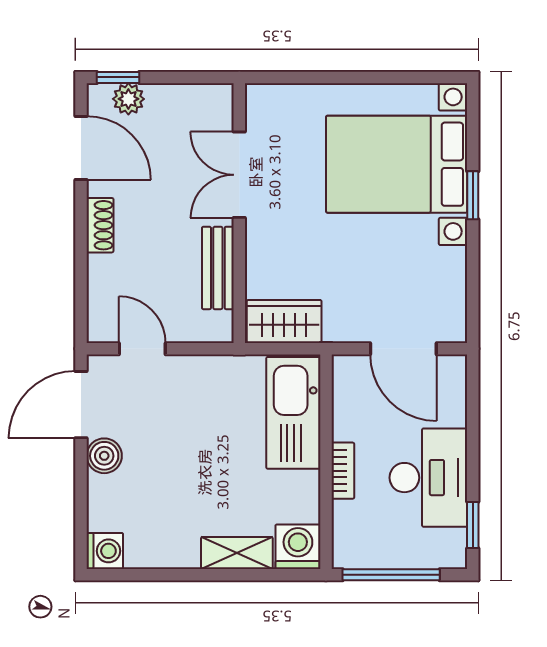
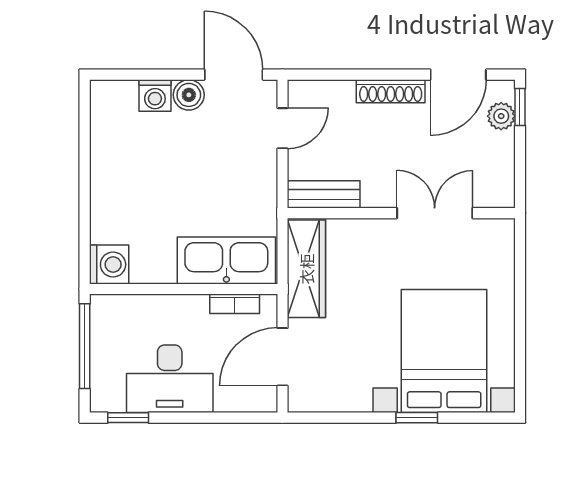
shoe rack: (100, 225) -> (391, 91), width x1.43
bench: (218, 268) -> (324, 194), moved
wardrobe: (284, 321) -> (306, 269), width x1.50
bookcase: (343, 471) -> (235, 304), moved
washing machine: (105, 551) -> (155, 95), moved
shelving: (237, 553) -> (104, 211), removed

